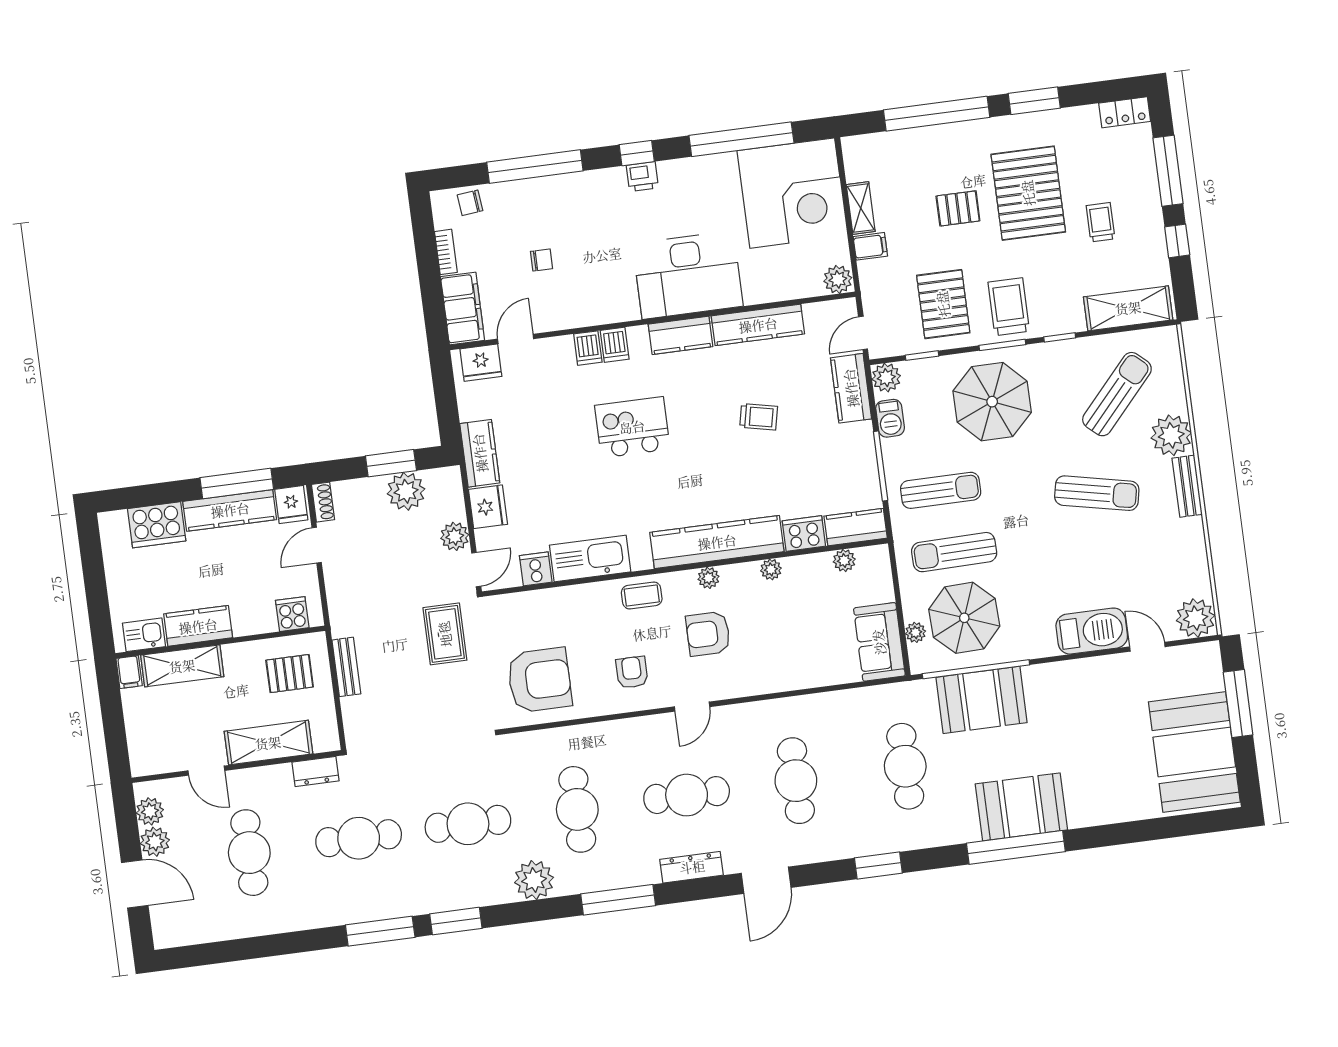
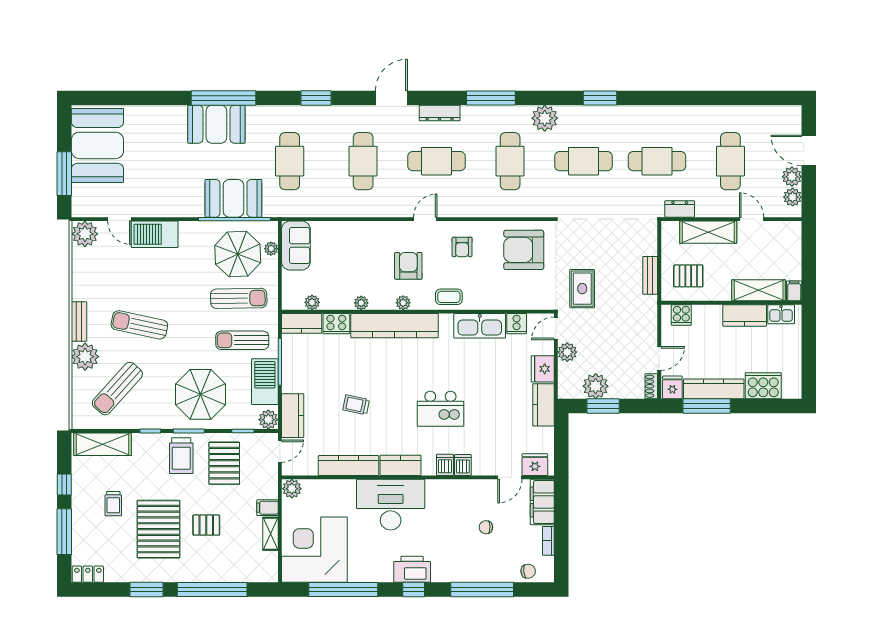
printer: (642, 177) -> (412, 569), width x1.87, depth x1.48
barbecue: (890, 418) -> (265, 382), width x1.88, depth x1.53
armchair: (708, 634) -> (408, 266), turned -90
window: (380, 931) -> (651, 98), removed

